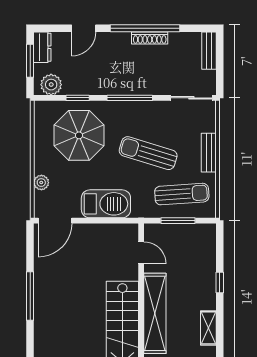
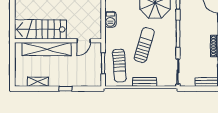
barbecue: (106, 204) -> (110, 19), width x0.53, depth x0.65

